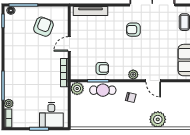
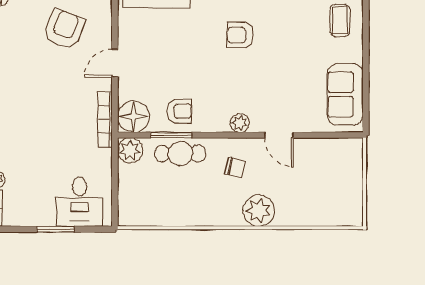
floor lamp: (79, 71) -> (133, 117), added
plant: (158, 119) -> (259, 211), moved

